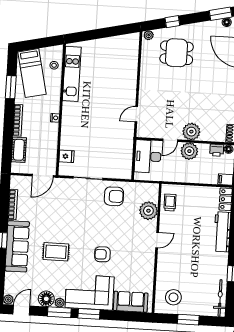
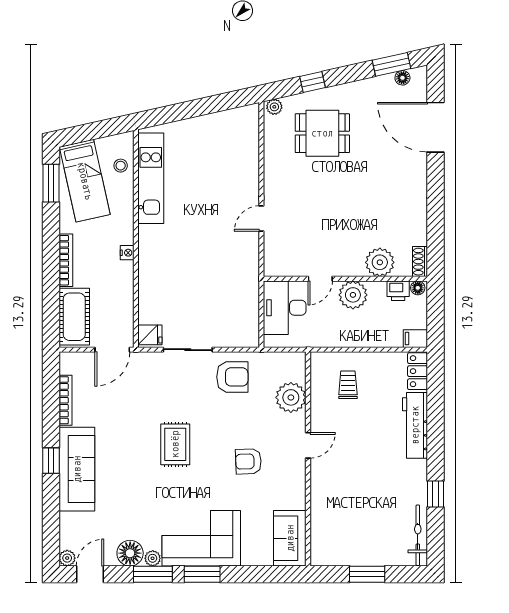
window: (11, 87) -> (51, 183), moved
door: (136, 114) -> (261, 219), moved
plant: (191, 132) -> (380, 262), moved
cot: (19, 150) -> (74, 317), width x1.37, depth x1.34
fridge: (66, 156) -> (150, 335), moved
trolley: (170, 202) -> (348, 385), moved
rug: (56, 252) -> (175, 444), moved, turned 90
armchair: (102, 254) -> (248, 461), moved
stool: (173, 297) -> (341, 539), removed
sofa: (131, 302) -> (290, 538), moved, turned -90

